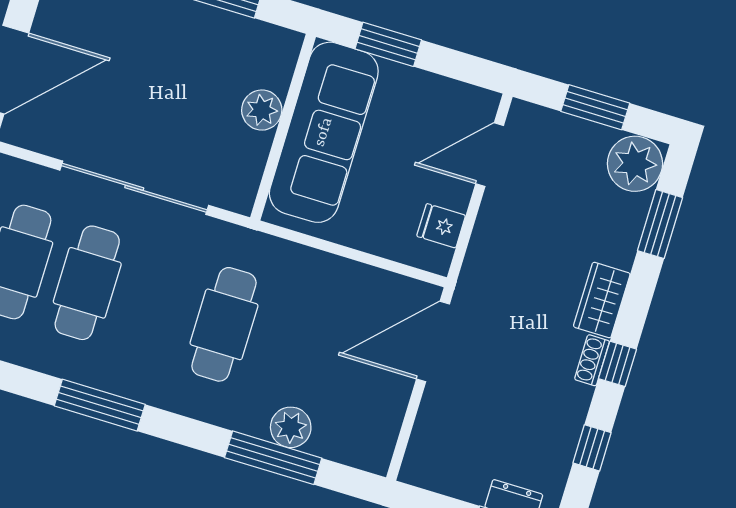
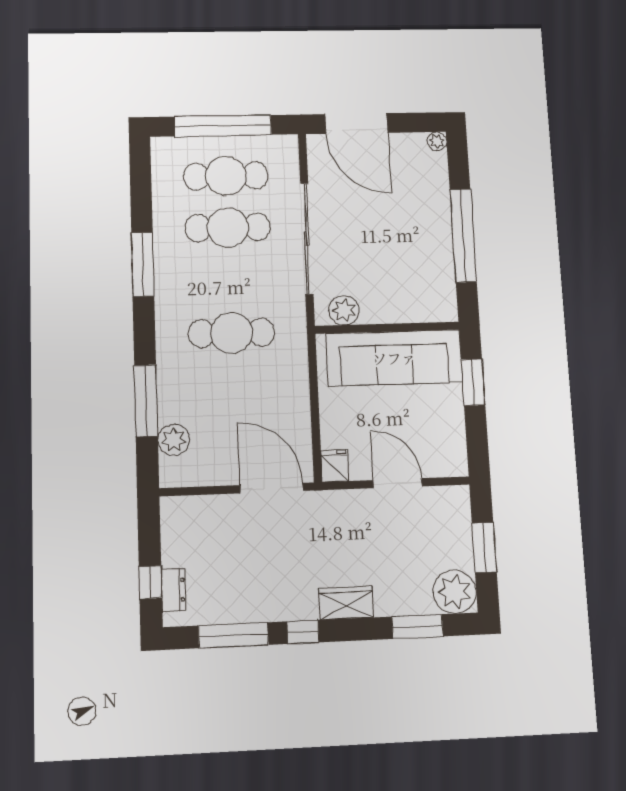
plant: (262, 110) -> (344, 310), moved
door: (490, 155) -> (398, 483), moved
fridge: (441, 226) -> (335, 466), moved
shoe rack: (592, 360) -> (299, 612), removed
plant: (291, 427) -> (174, 440), moved
window: (592, 448) -> (233, 635), width x2.17

